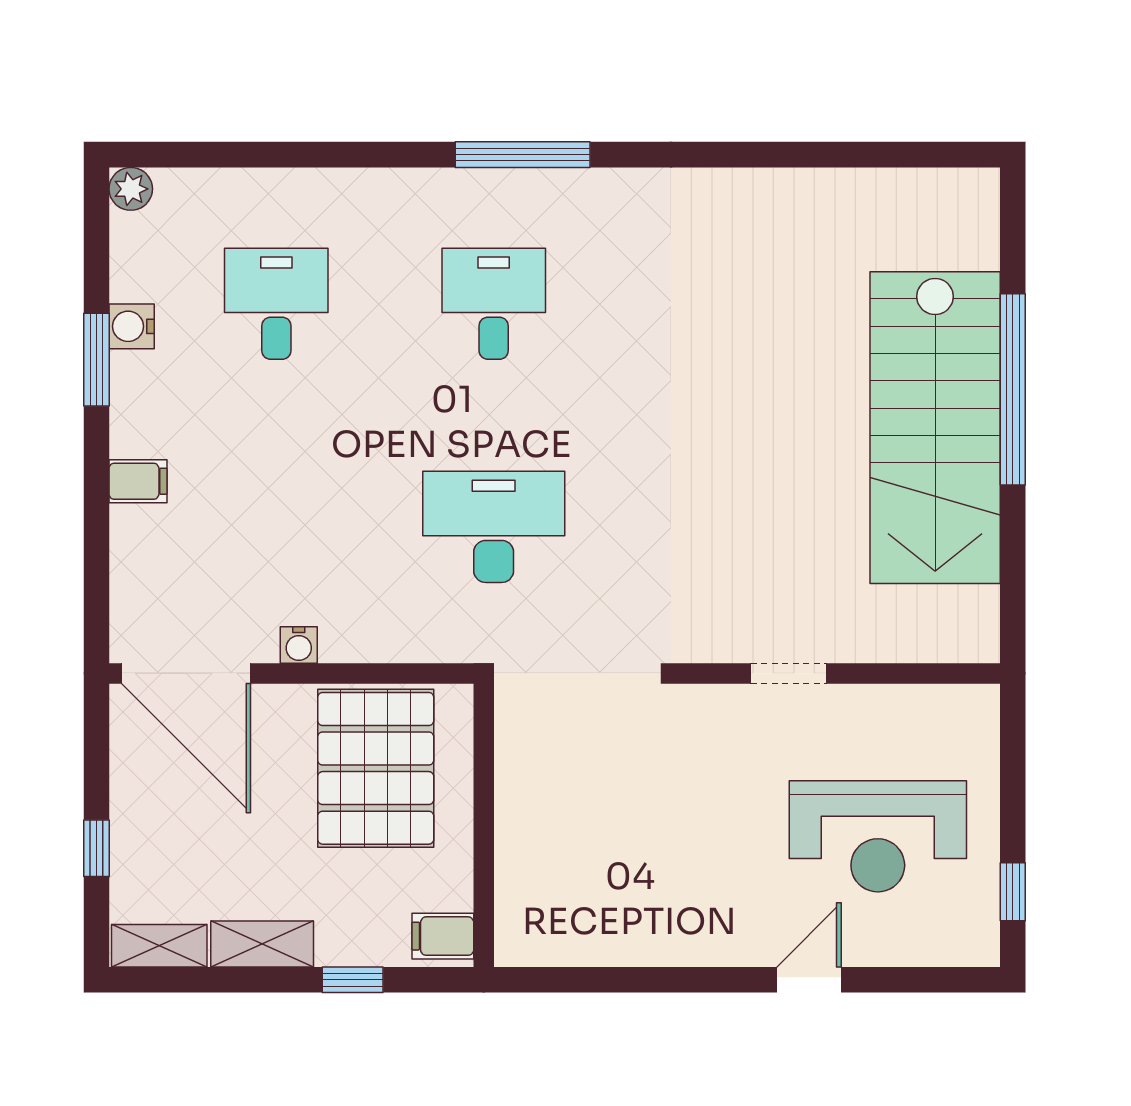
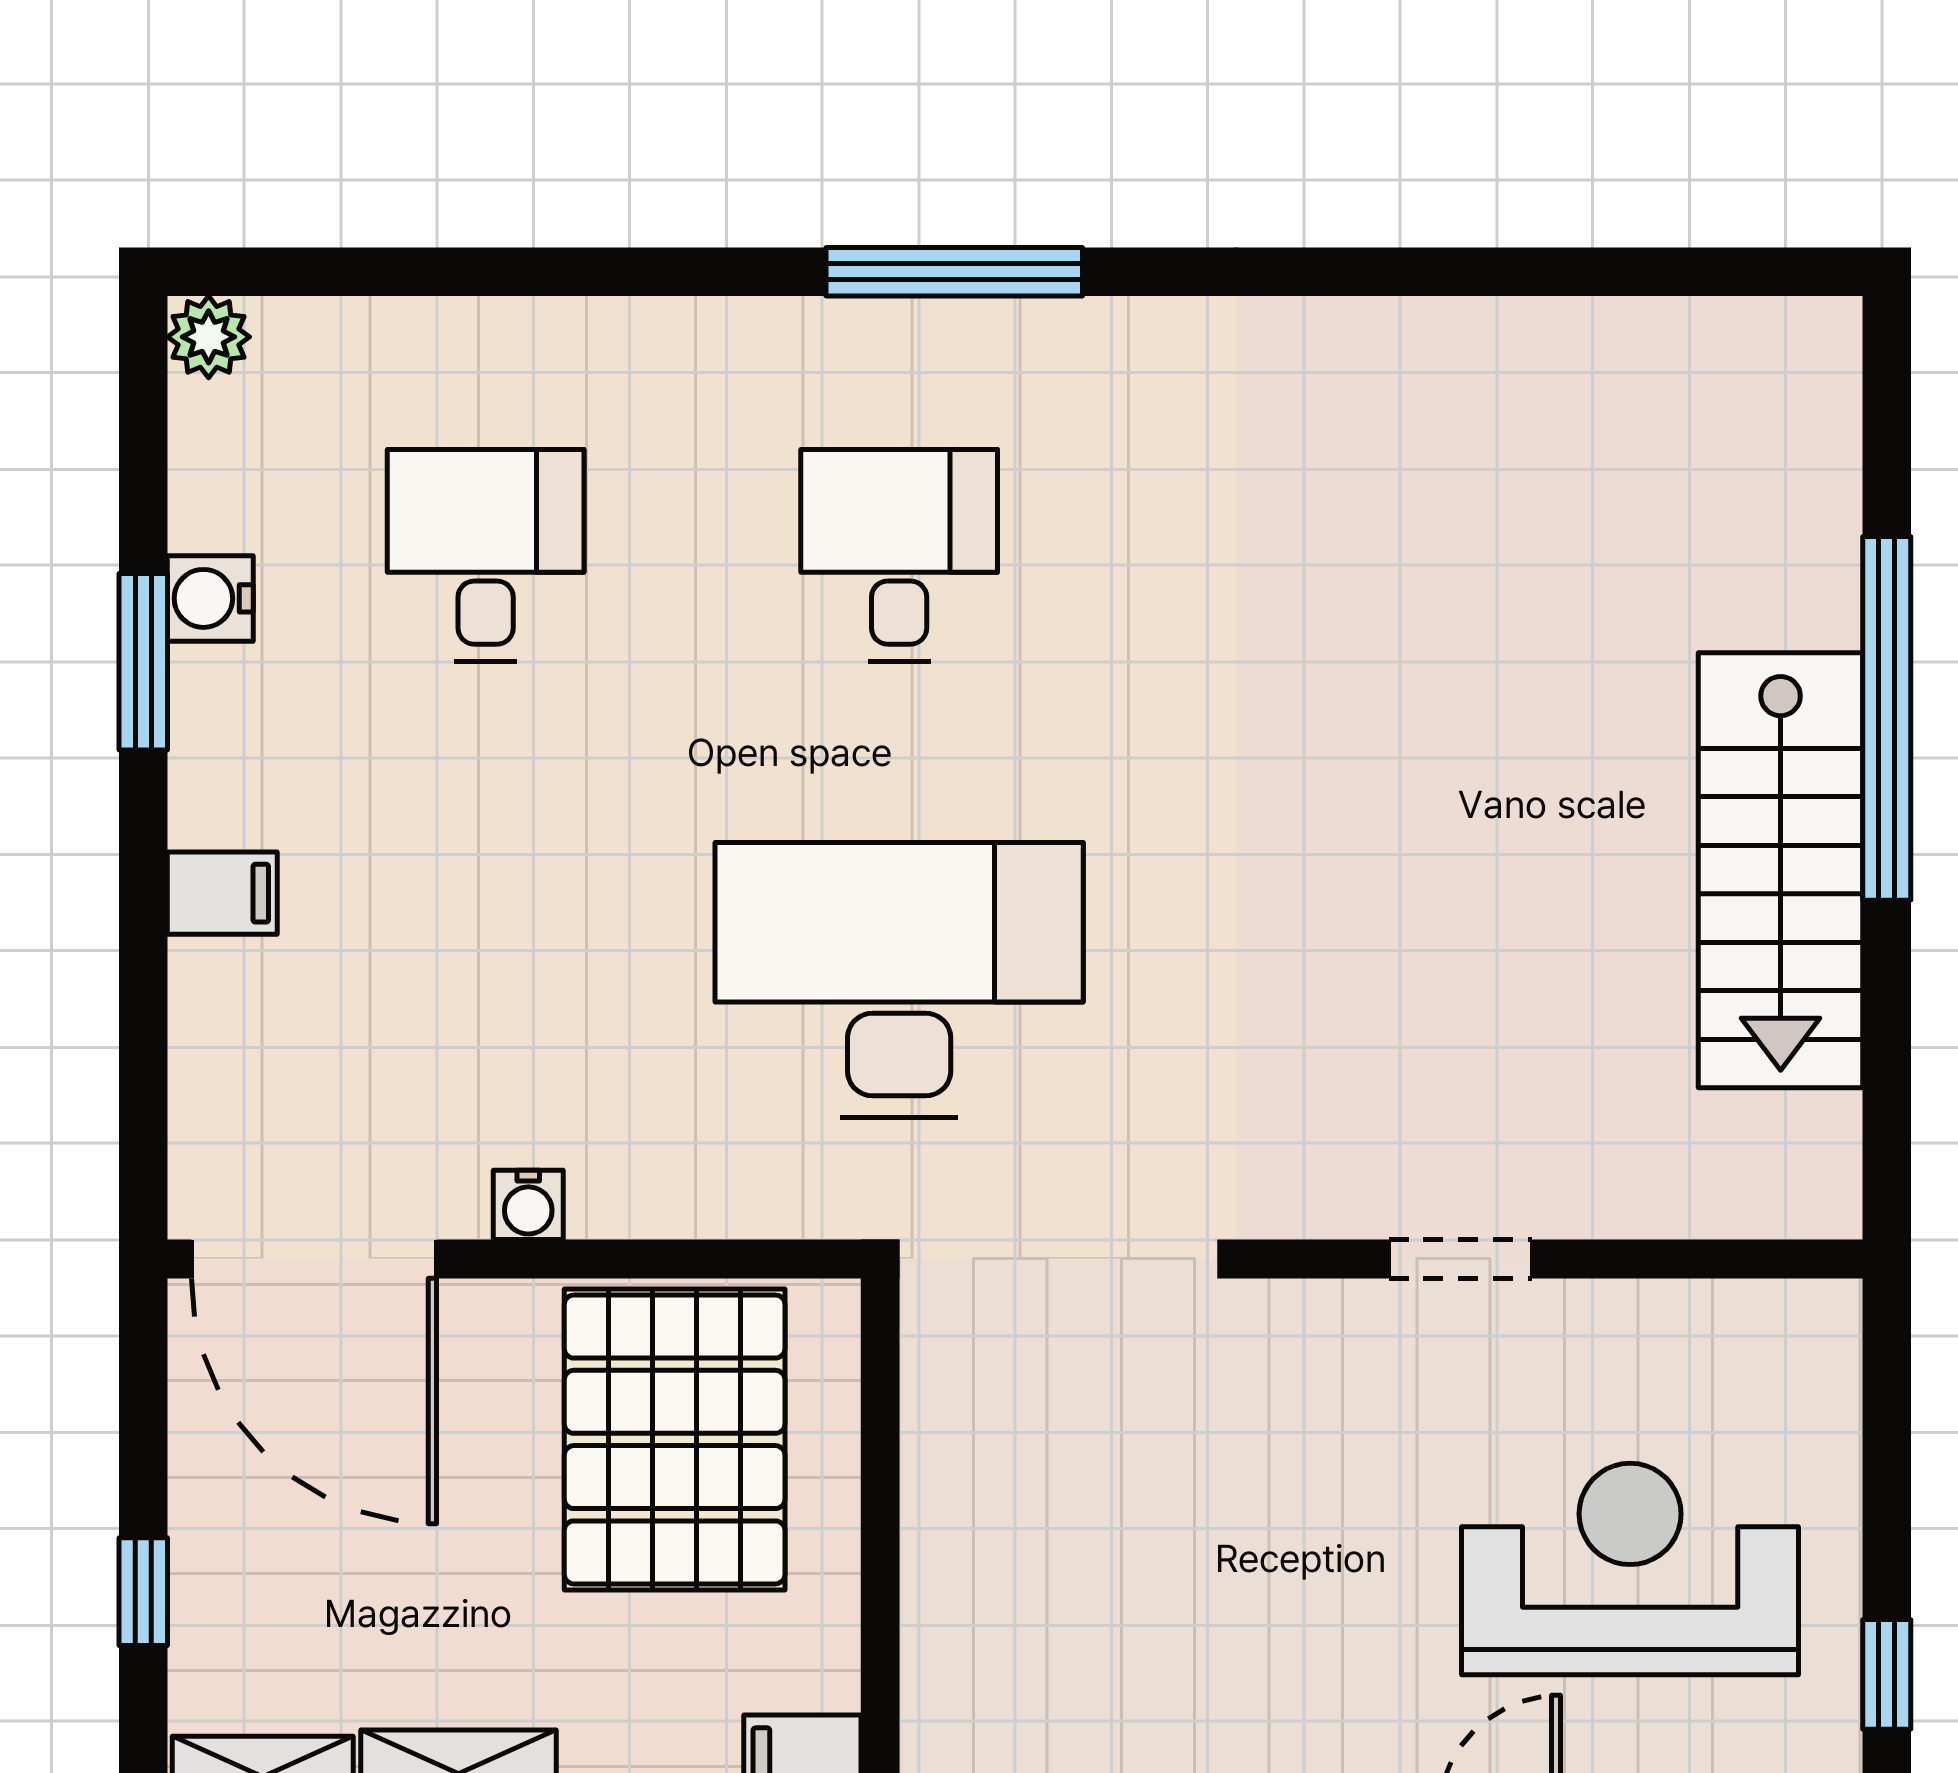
stairs: (935, 428) -> (1781, 870), width x0.73, depth x0.66
desk: (494, 527) -> (899, 980), width x1.36, depth x1.30
reception desk: (878, 836) -> (1630, 1569), turned 180

